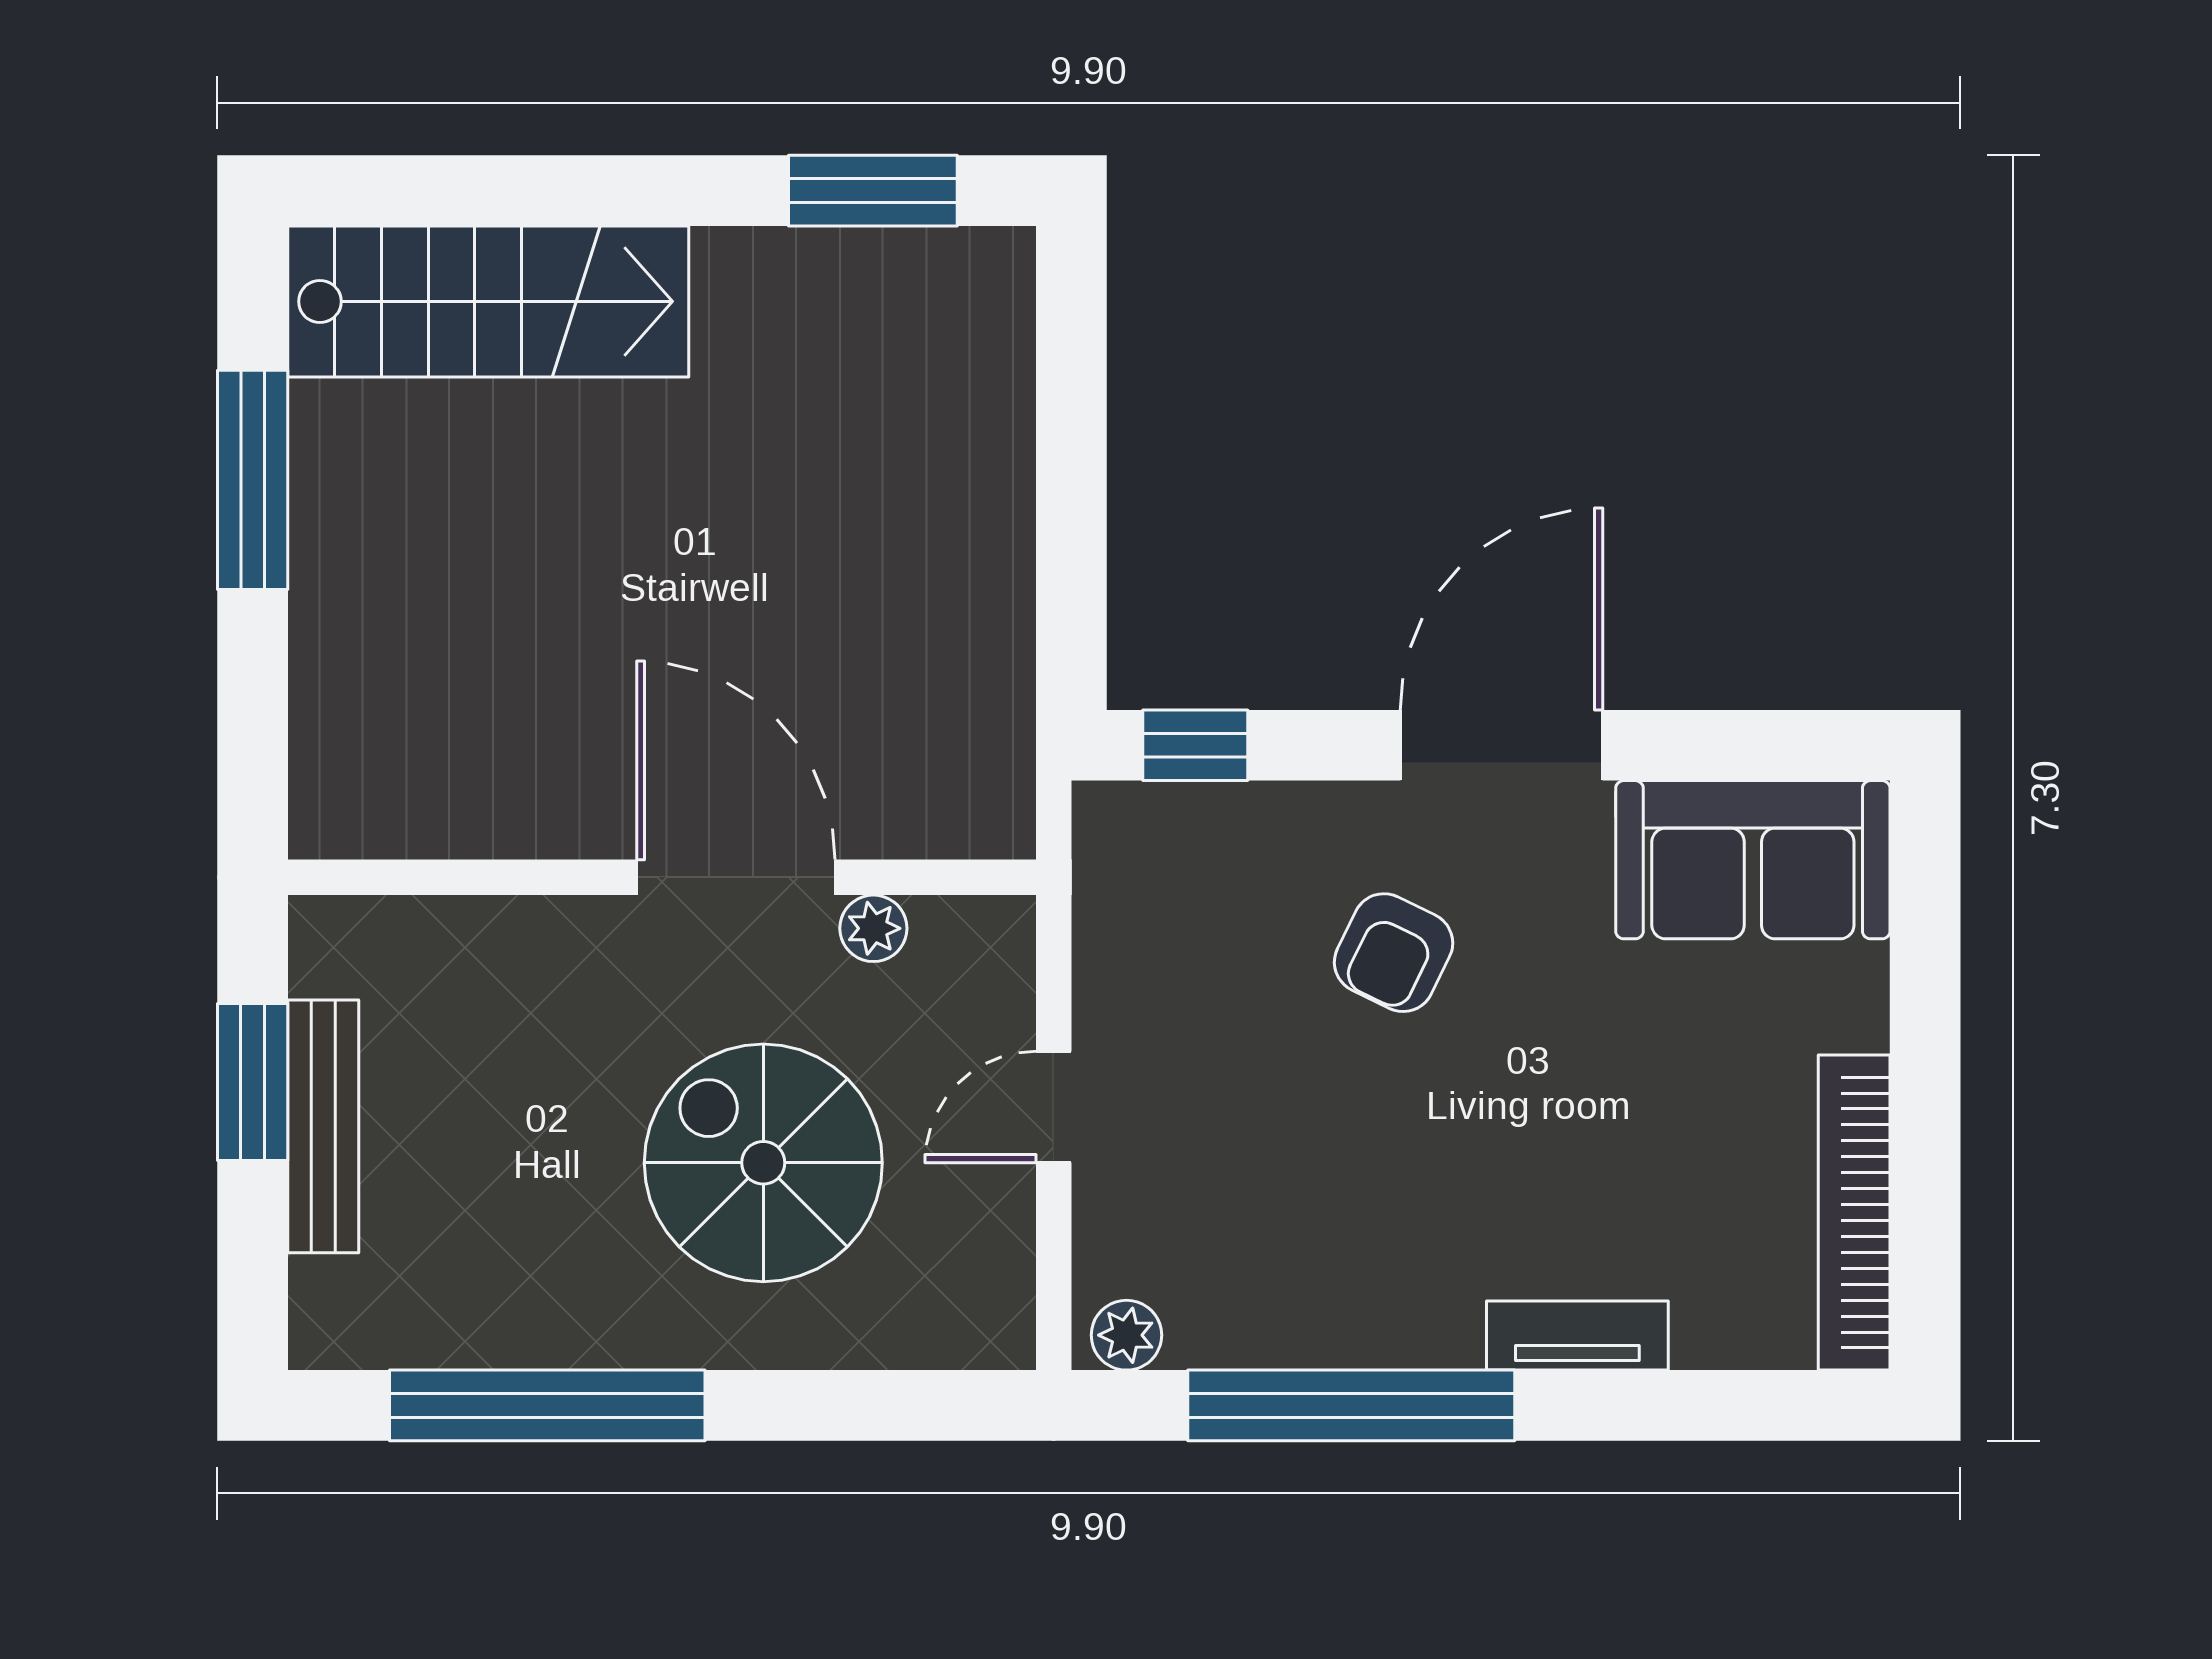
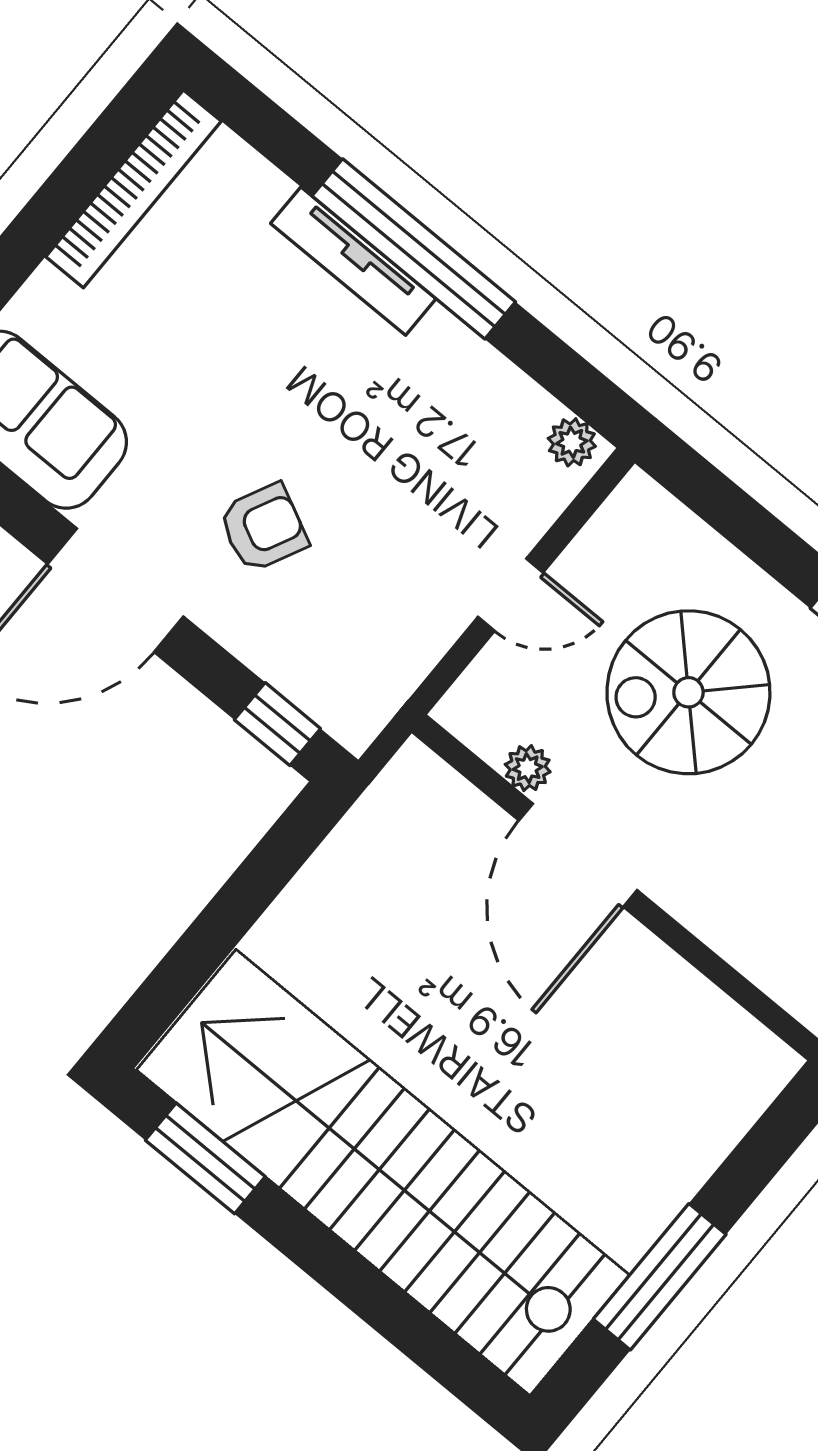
stairs: (488, 301) -> (383, 1173), width x1.86, depth x1.51
spiral stairs: (763, 1163) -> (688, 692), turned 90
tv unit: (1577, 1336) -> (353, 261), width x1.41
window: (1351, 1405) -> (414, 249), moved

